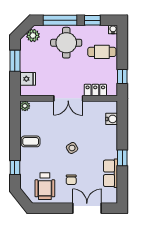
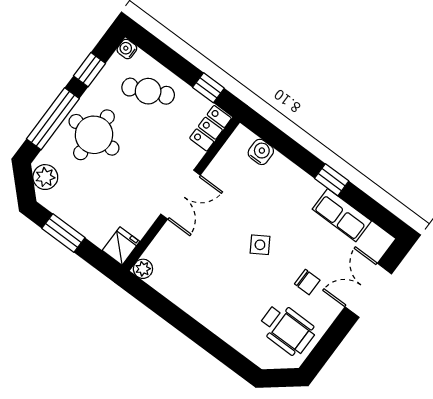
cafe table: (102, 52) -> (148, 91), turned 66
fridge: (28, 79) -> (121, 246), moved
locker: (95, 90) -> (210, 128), moved
coffee table: (31, 141) -> (203, 300), removed
window: (15, 167) -> (225, 353), removed

